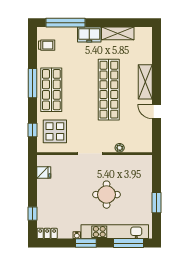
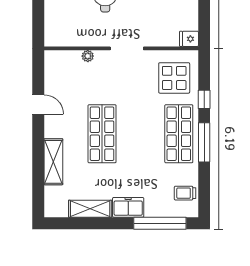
shelving: (145, 82) -> (53, 162), moved
shop shelf: (109, 90) -> (102, 134), width x0.71
window: (32, 130) -> (204, 99), moved
fridge: (44, 173) -> (189, 39), moved

